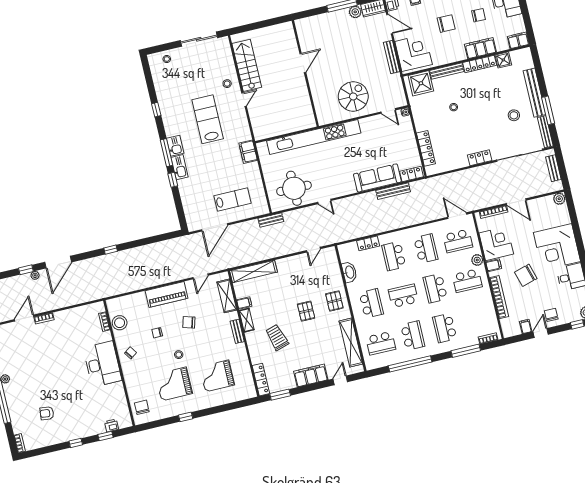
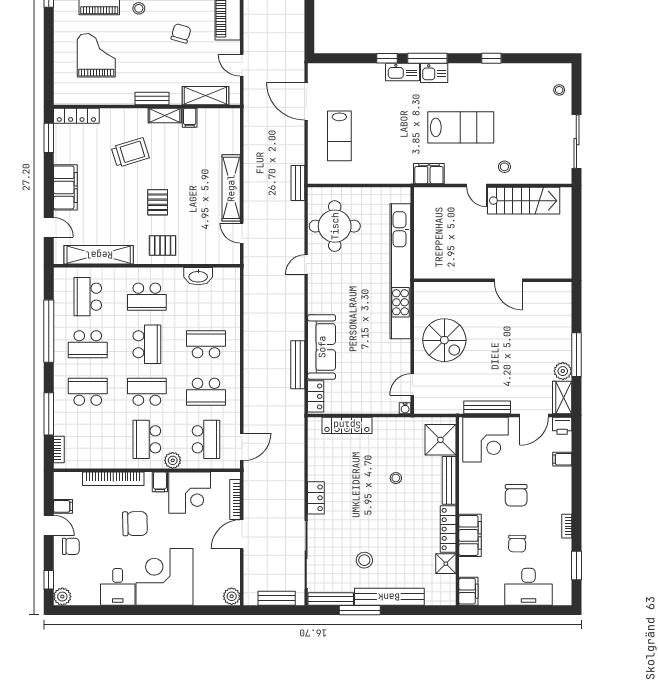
filing cabinet: (248, 152) -> (429, 174), moved
school desk: (458, 241) -> (206, 439), turned 180
locker: (368, 243) -> (233, 312), removed
shelving: (254, 271) -> (231, 188), moved
chair: (526, 275) -> (135, 524), turned 105
pallet: (306, 311) -> (158, 202), turned 90

